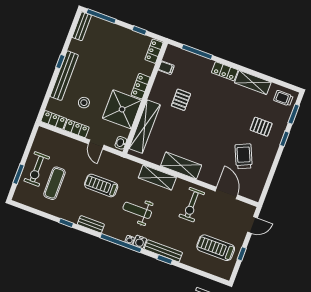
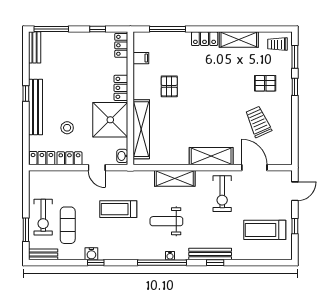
shelving: (181, 165) -> (211, 156), moved
bench: (91, 224) -> (43, 254), moved
water cooler: (140, 242) -> (91, 254), moved

